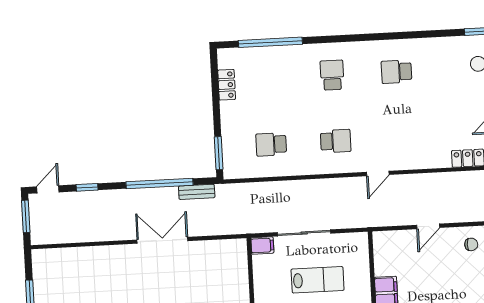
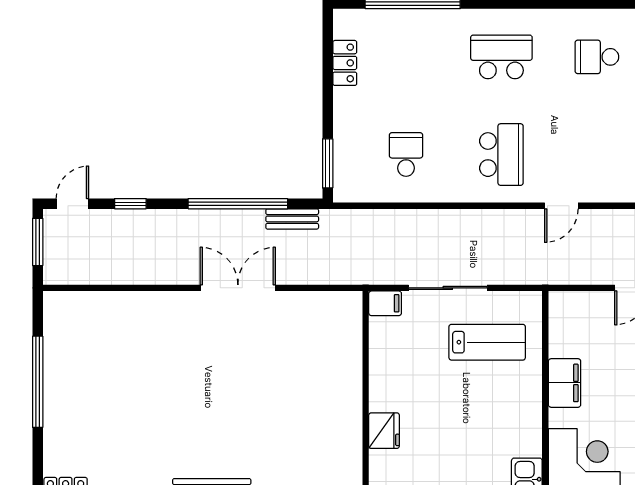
school desk: (332, 75) -> (501, 57), width x1.85
school desk: (336, 141) -> (501, 155), width x1.85
school desk: (271, 144) -> (406, 155), turned 90
lab bench: (318, 280) -> (487, 342), moved

